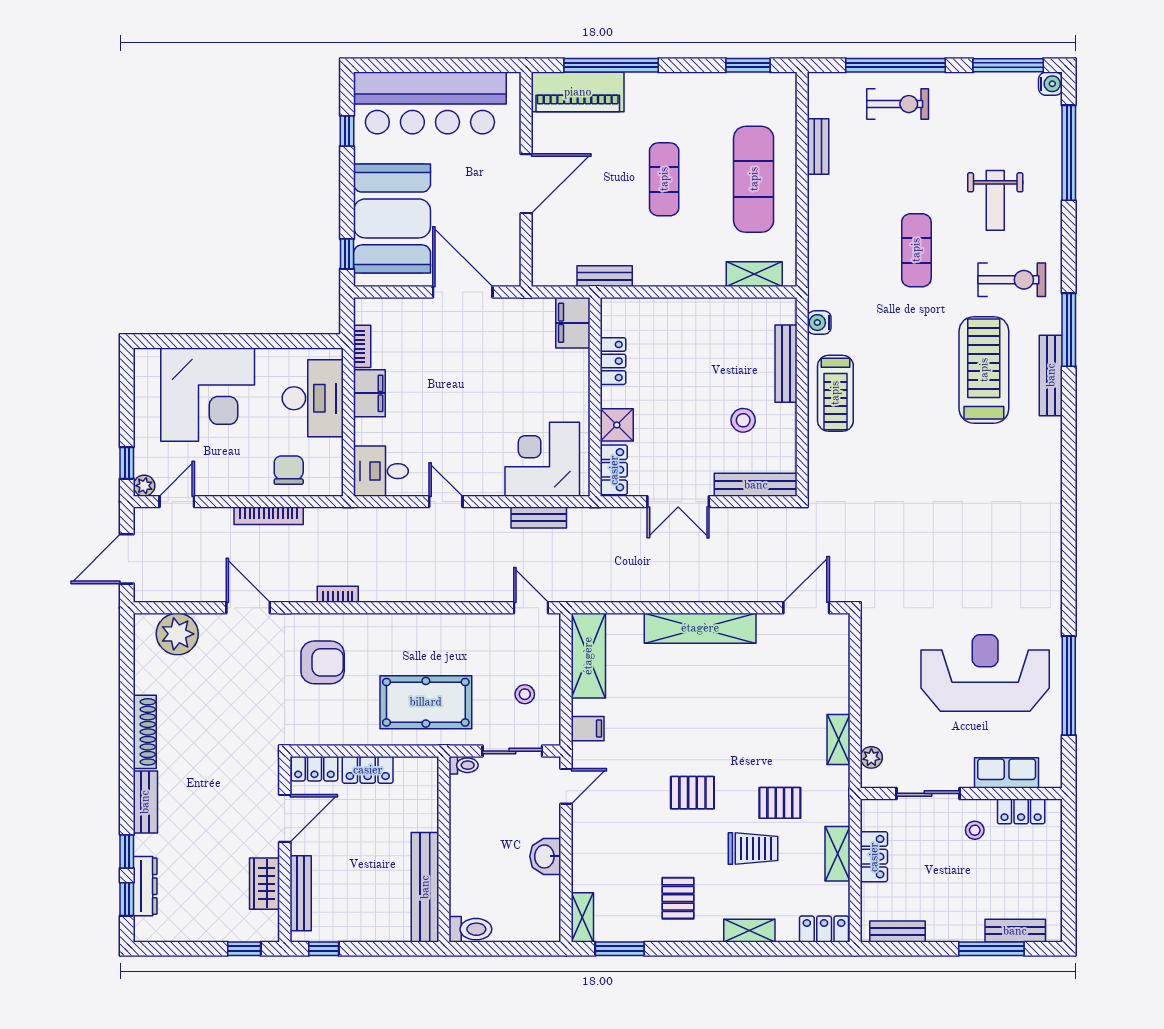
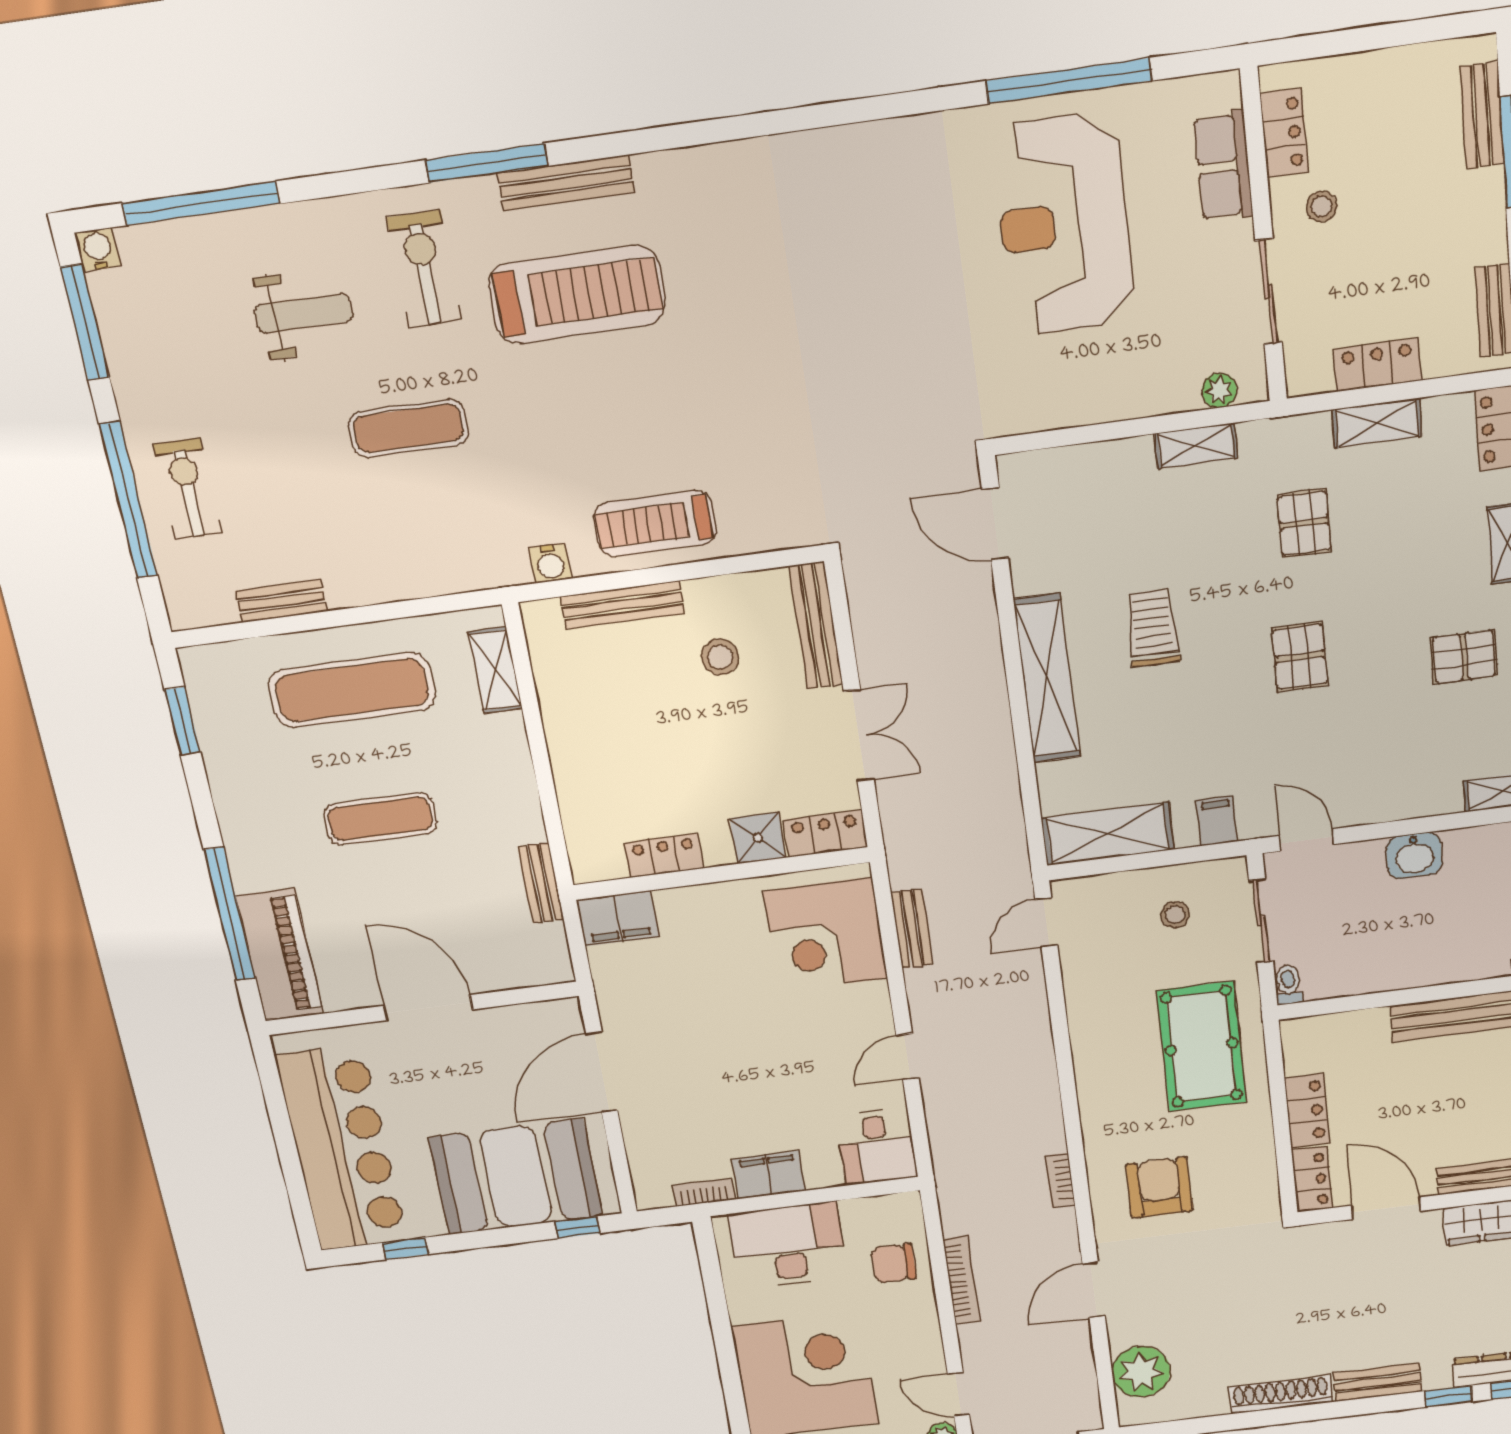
treadmill: (984, 370) -> (577, 294), turned 180
treadmill: (835, 393) -> (655, 524), turned 180
trolley: (753, 848) -> (1152, 628), moved

